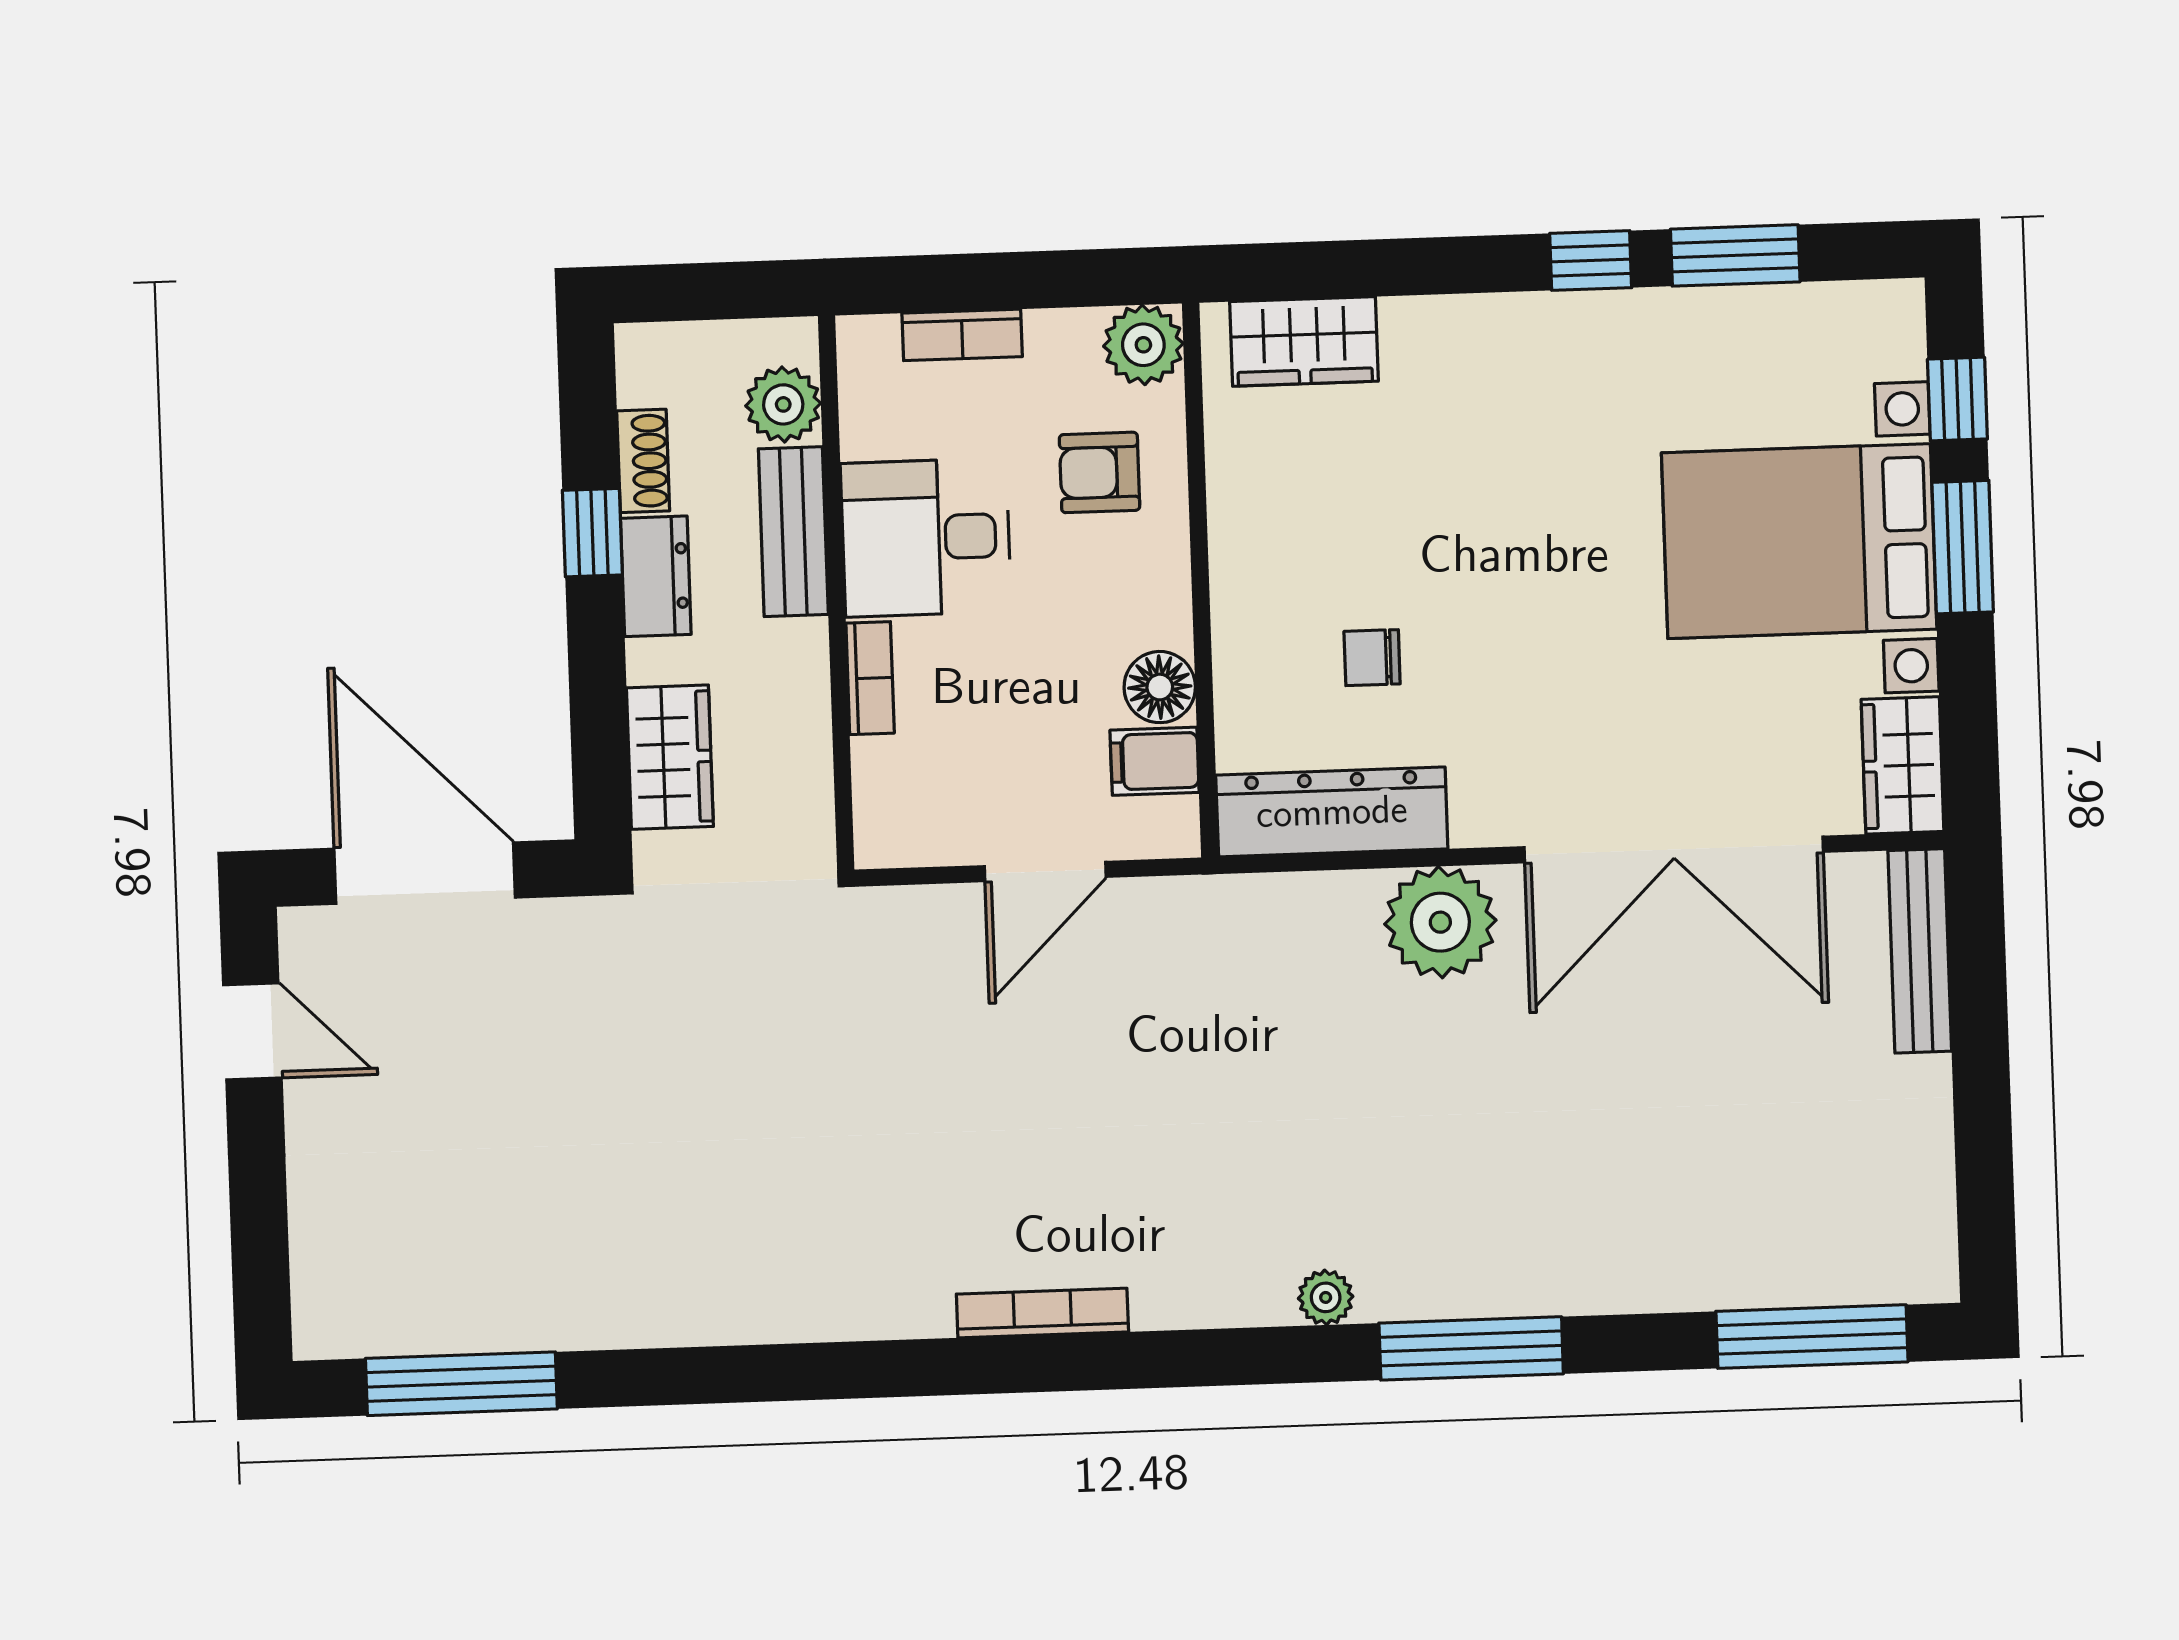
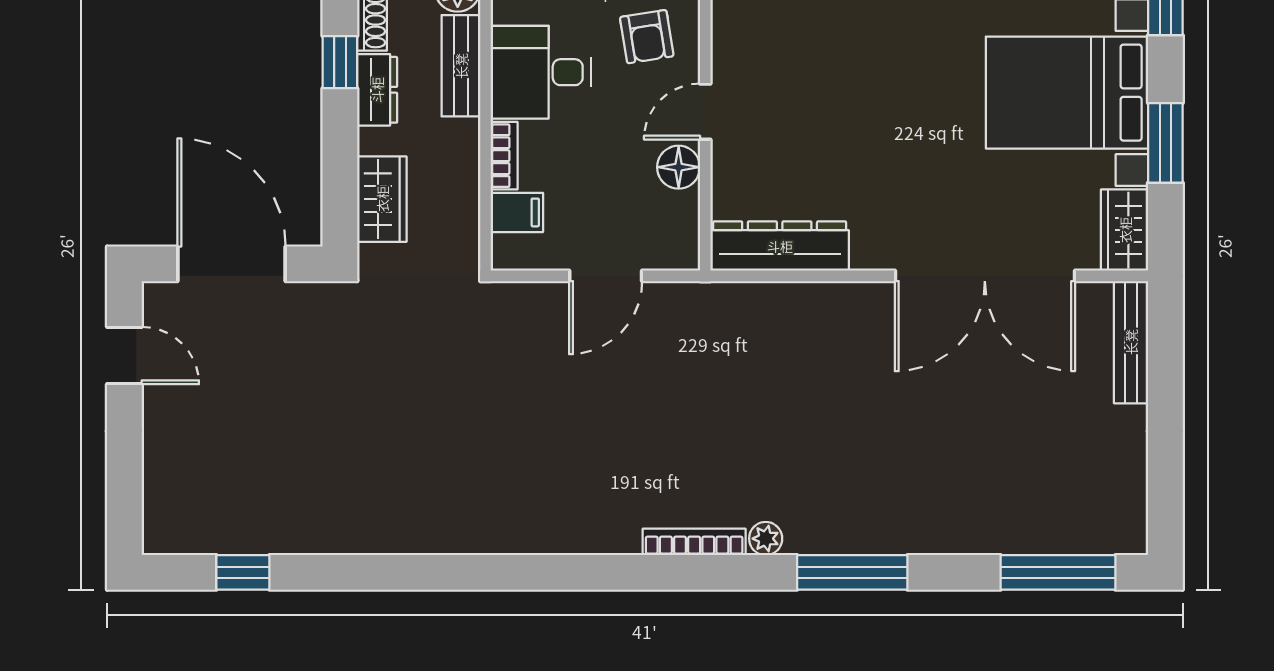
armchair: (1100, 472) -> (647, 37), turned -99
window: (1963, 547) -> (1165, 143), moved
door: (1201, 593) -> (705, 112), added
chair: (1372, 658) -> (807, 154), removed
filing cabinet: (1155, 761) -> (517, 212), moved, turned 180
plant: (1440, 922) -> (843, 315), removed
bookcase: (1042, 1313) -> (694, 542), moved
window: (461, 1384) -> (243, 572), width x0.46

